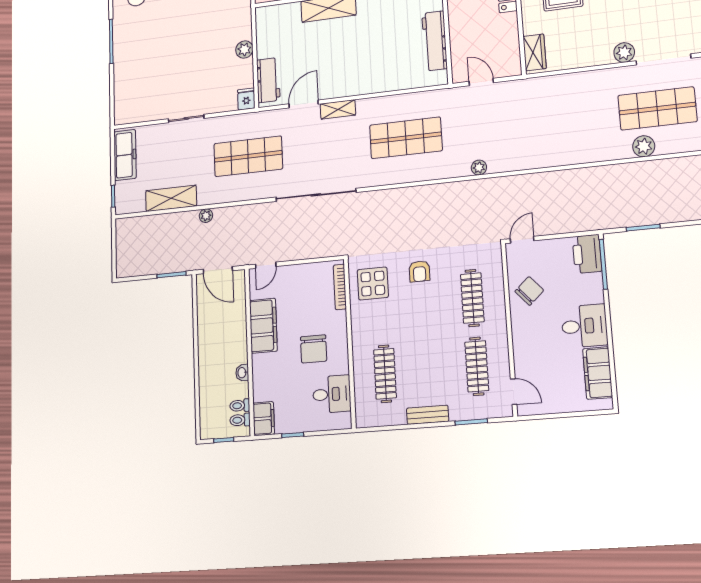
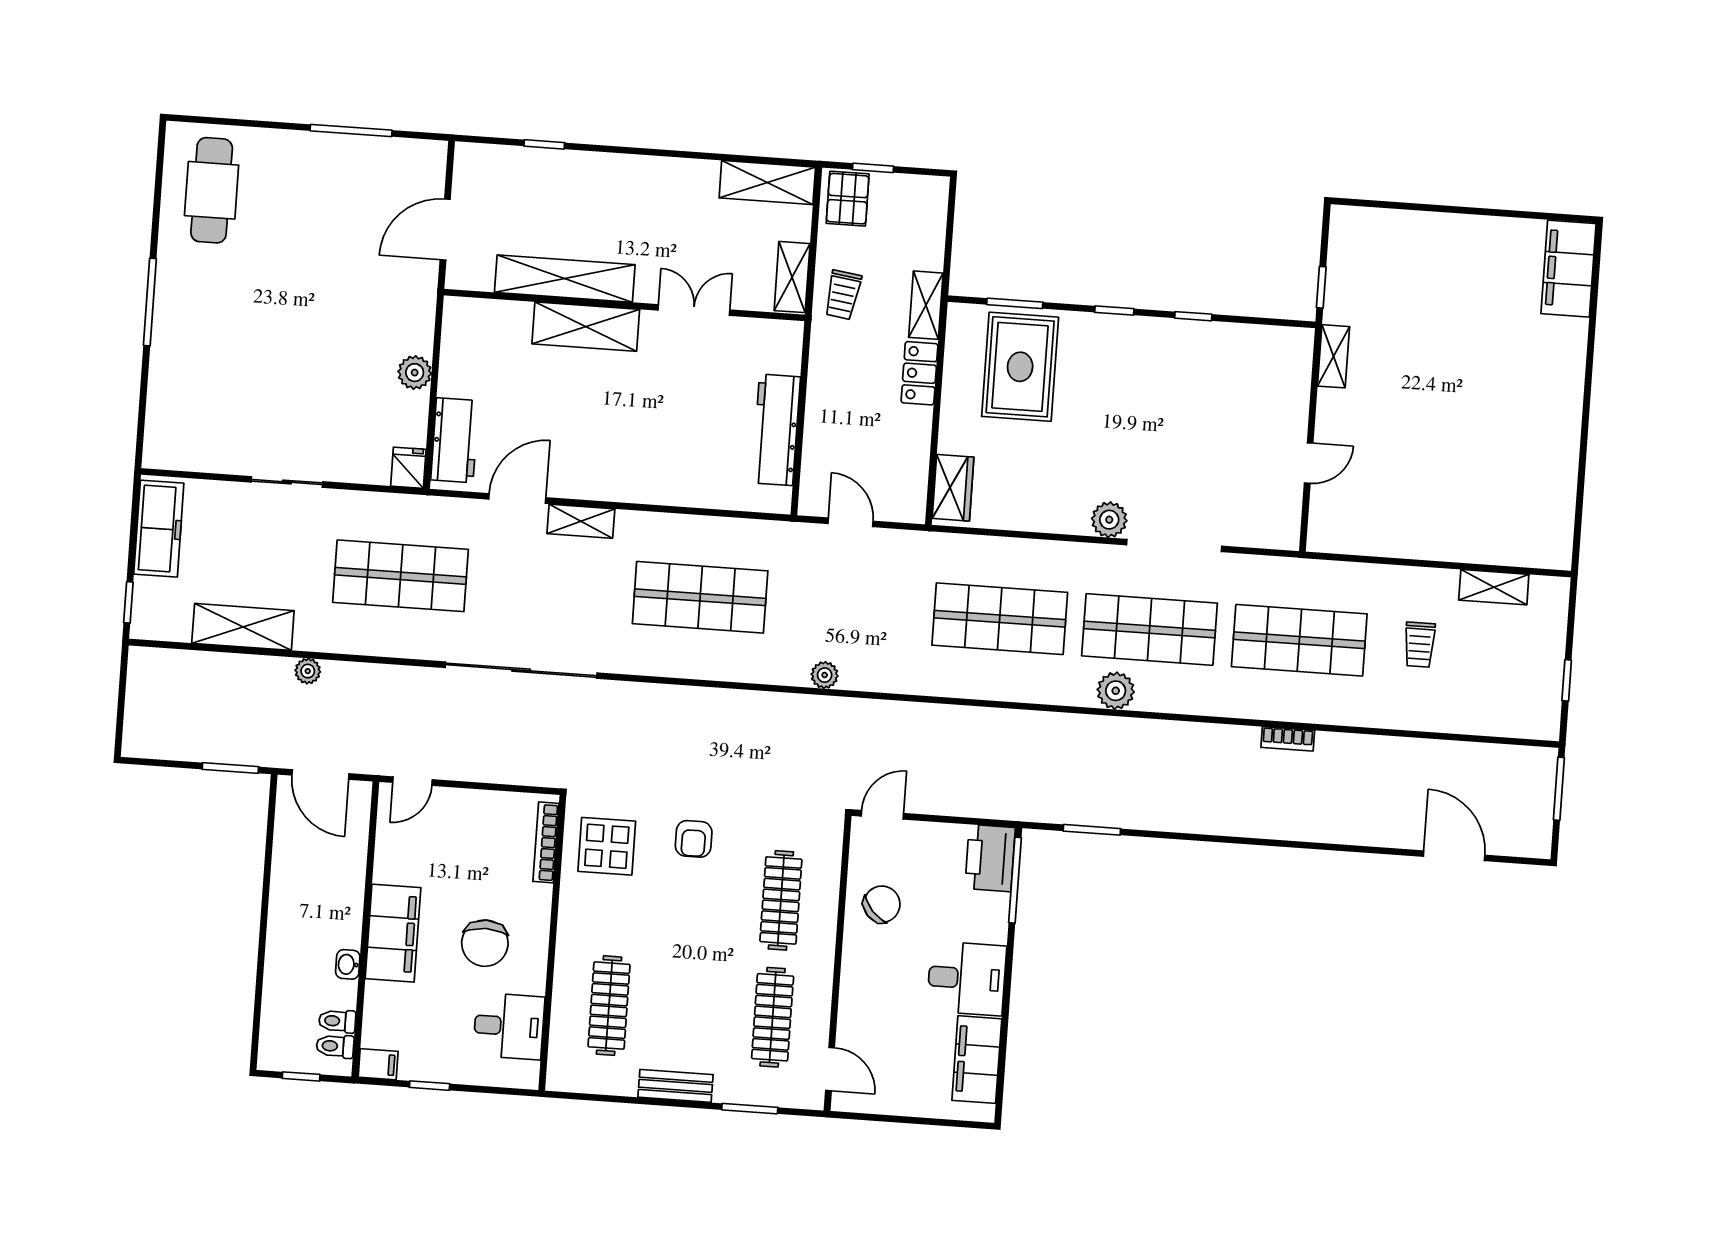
shop shelf: (571, 119) -> (1000, 619), added
filing cabinet: (263, 326) -> (393, 933), moved
filing cabinet: (264, 419) -> (378, 1064), width x0.50

